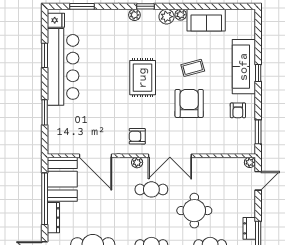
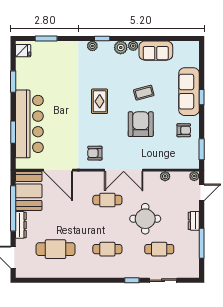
bar counter: (63, 67) -> (29, 124), moved
rug: (143, 78) -> (100, 101), width x0.73, depth x0.70
armchair: (238, 110) -> (184, 130), turned -90
plant: (137, 162) -> (165, 176), moved
dresser: (249, 228) -> (194, 221), moved

